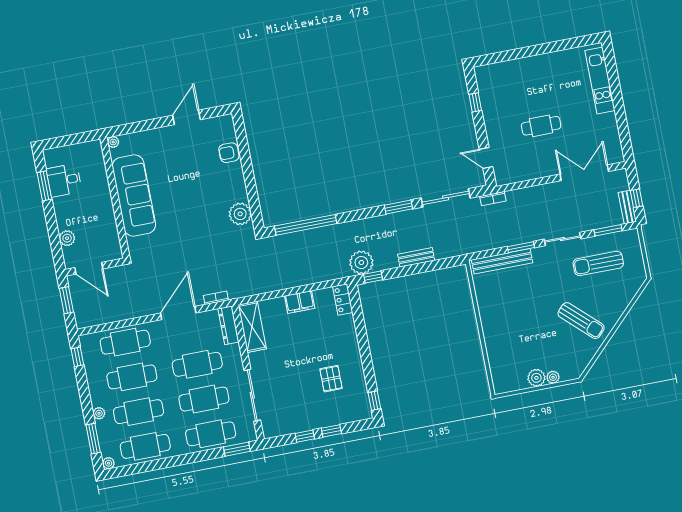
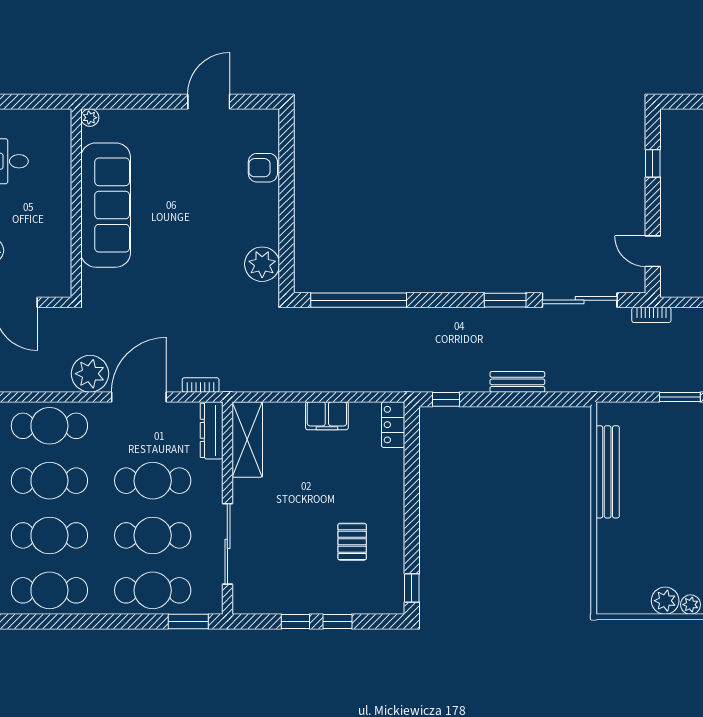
bench: (502, 261) -> (608, 472), moved, turned 90
plant: (361, 263) -> (90, 374), moved

